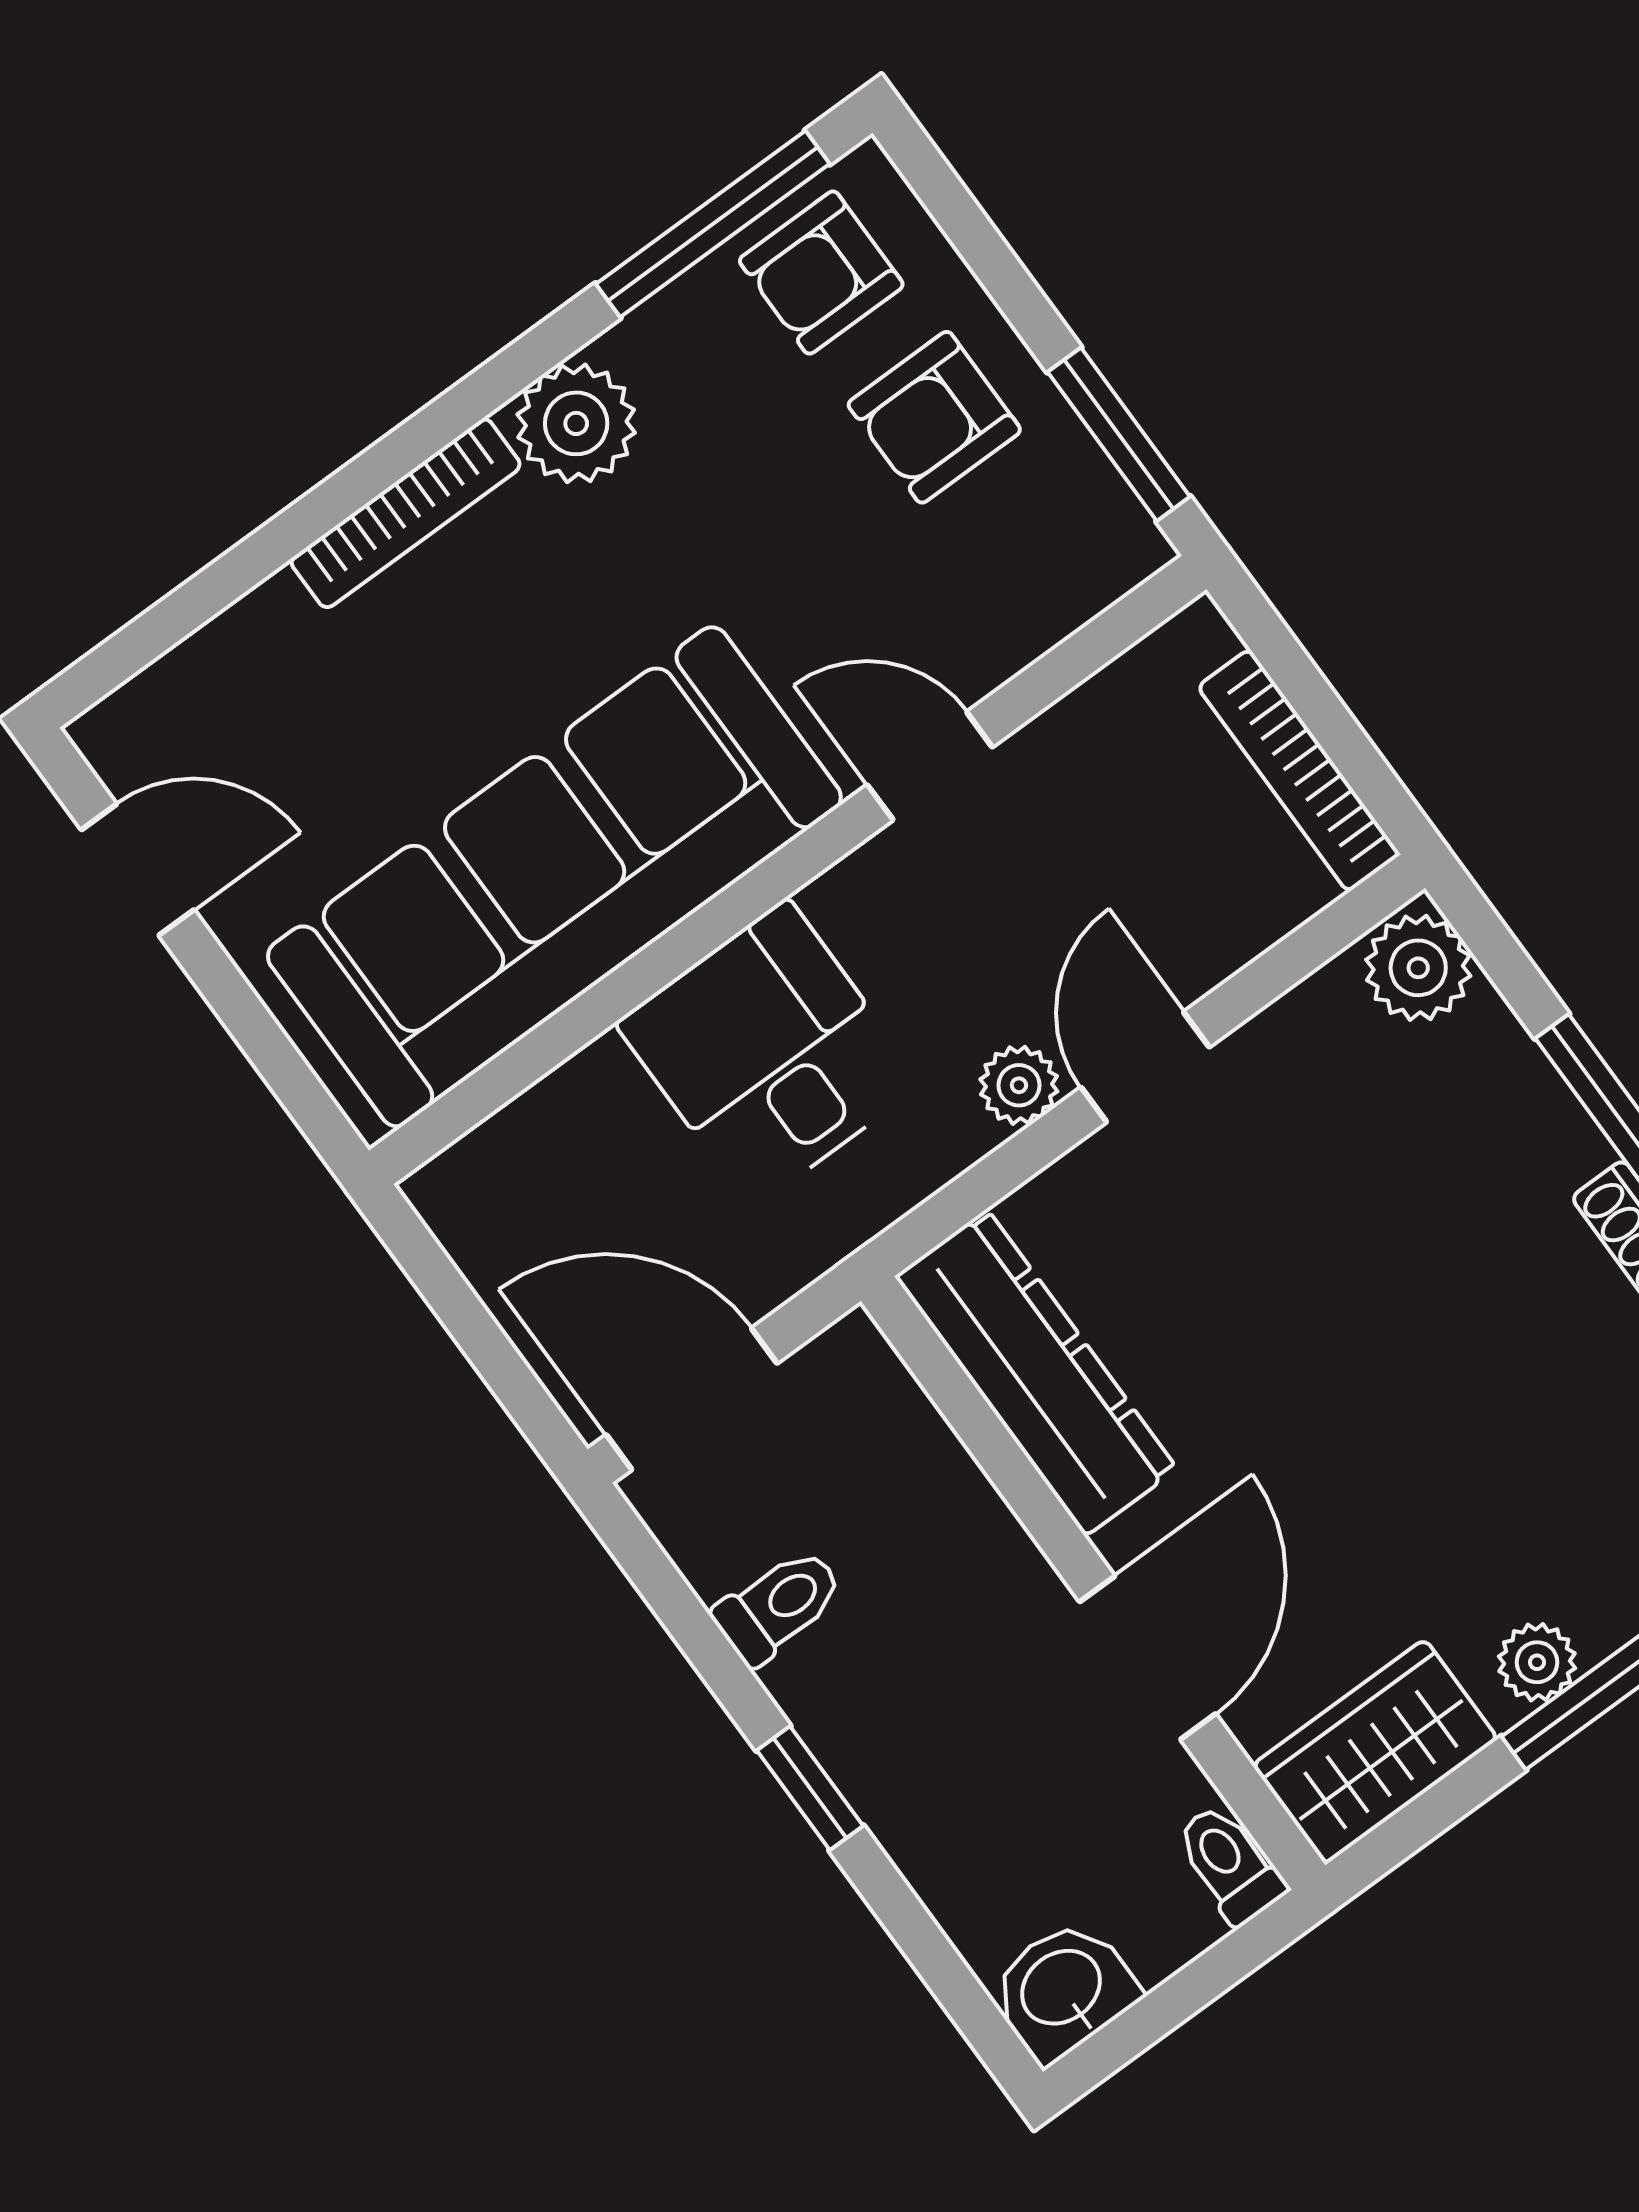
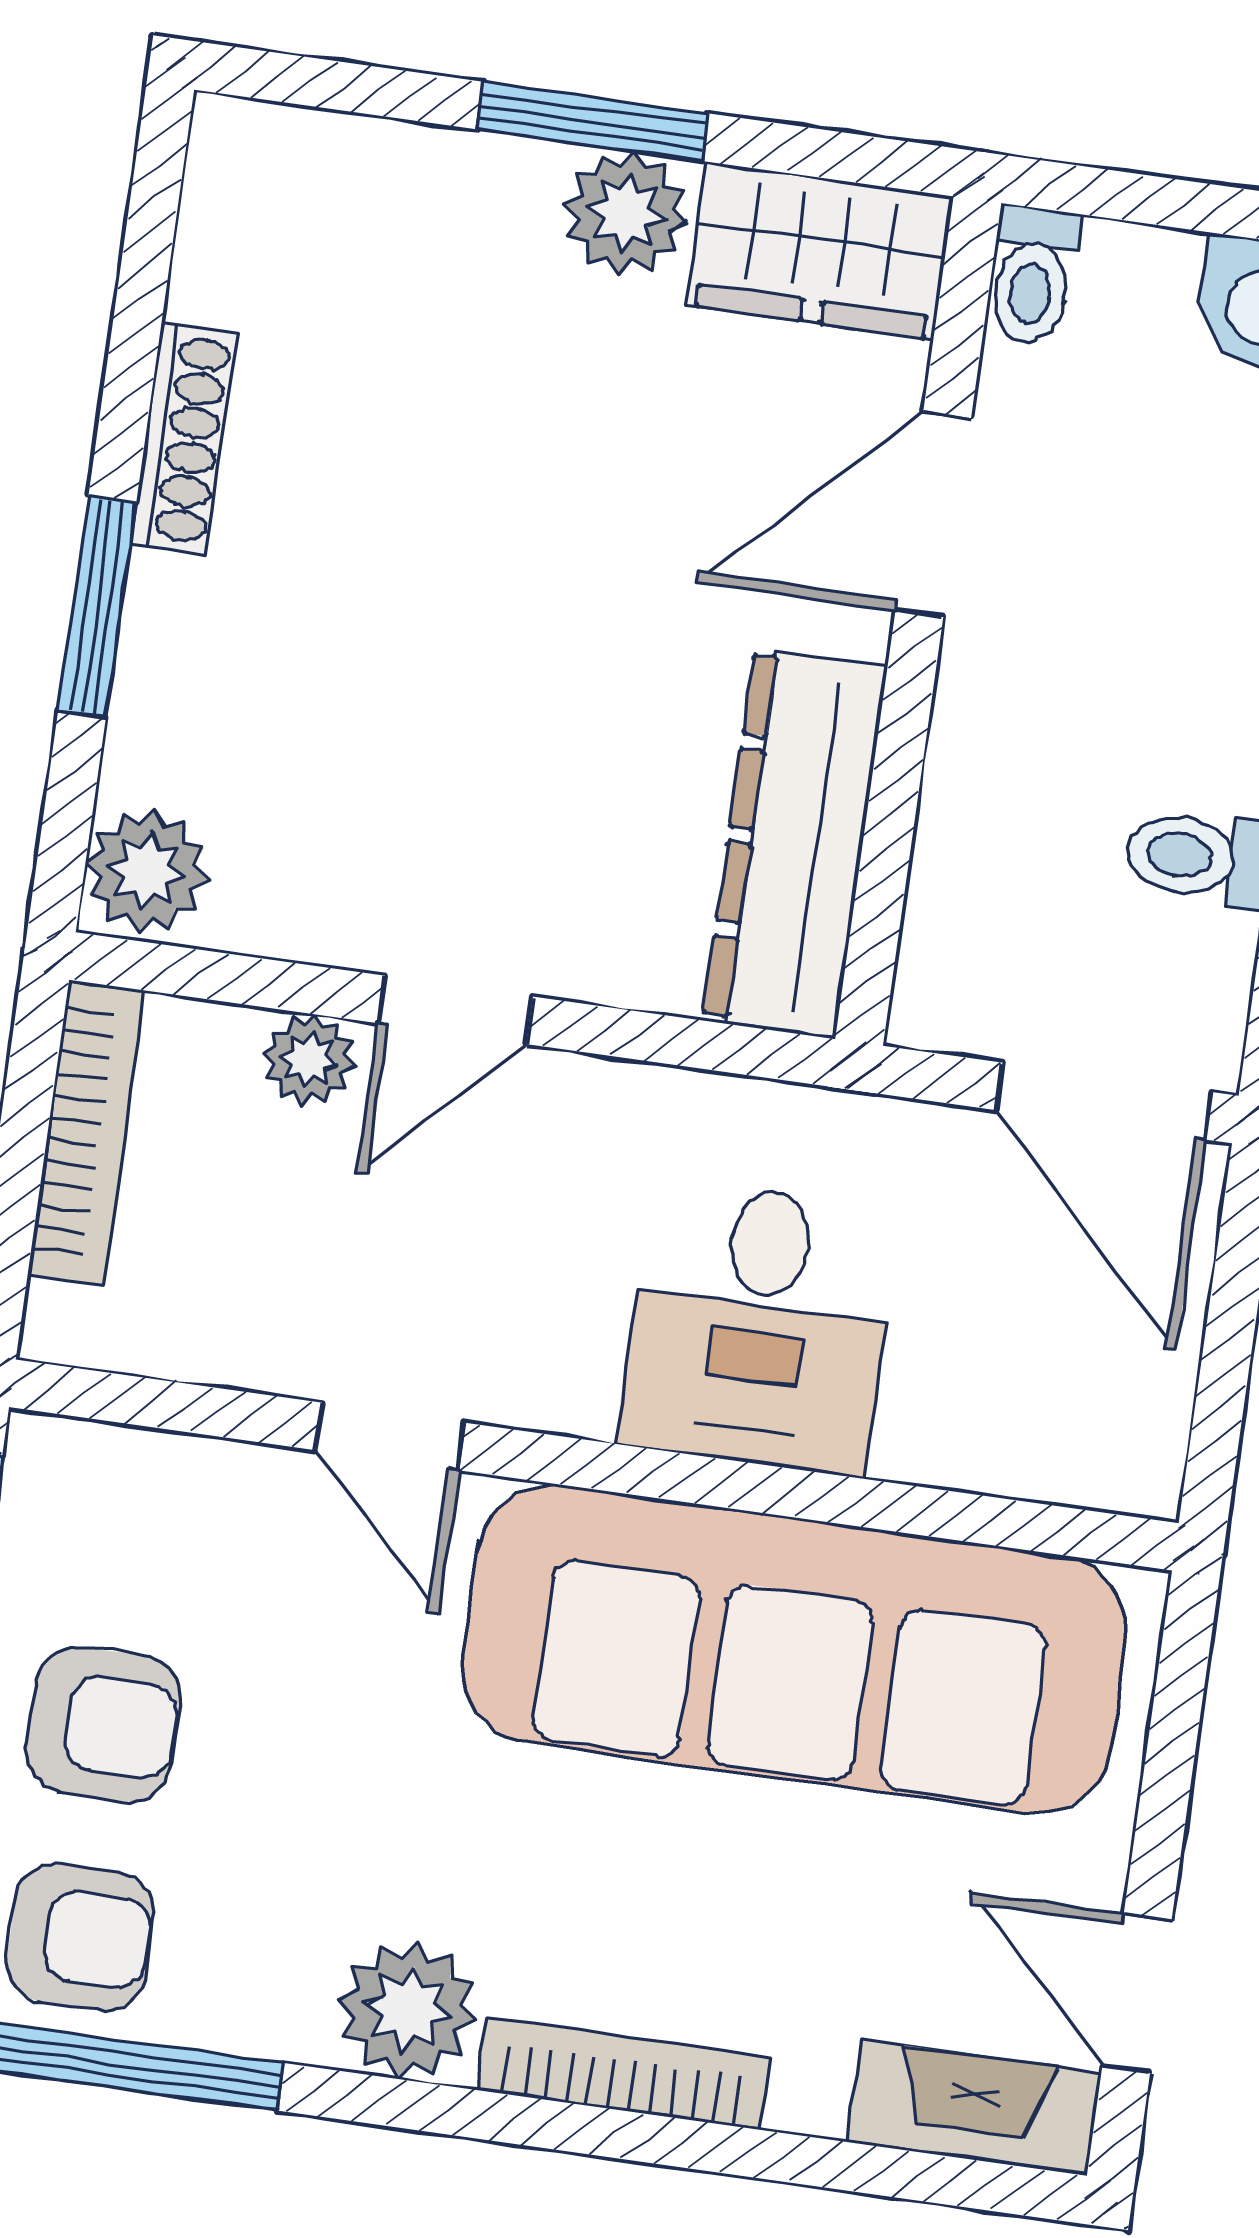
fireplace: (170, 702) -> (974, 2108), added
plant: (1019, 1085) -> (309, 1060), moved
plant: (1537, 1662) -> (626, 213), width x1.38, depth x1.38

